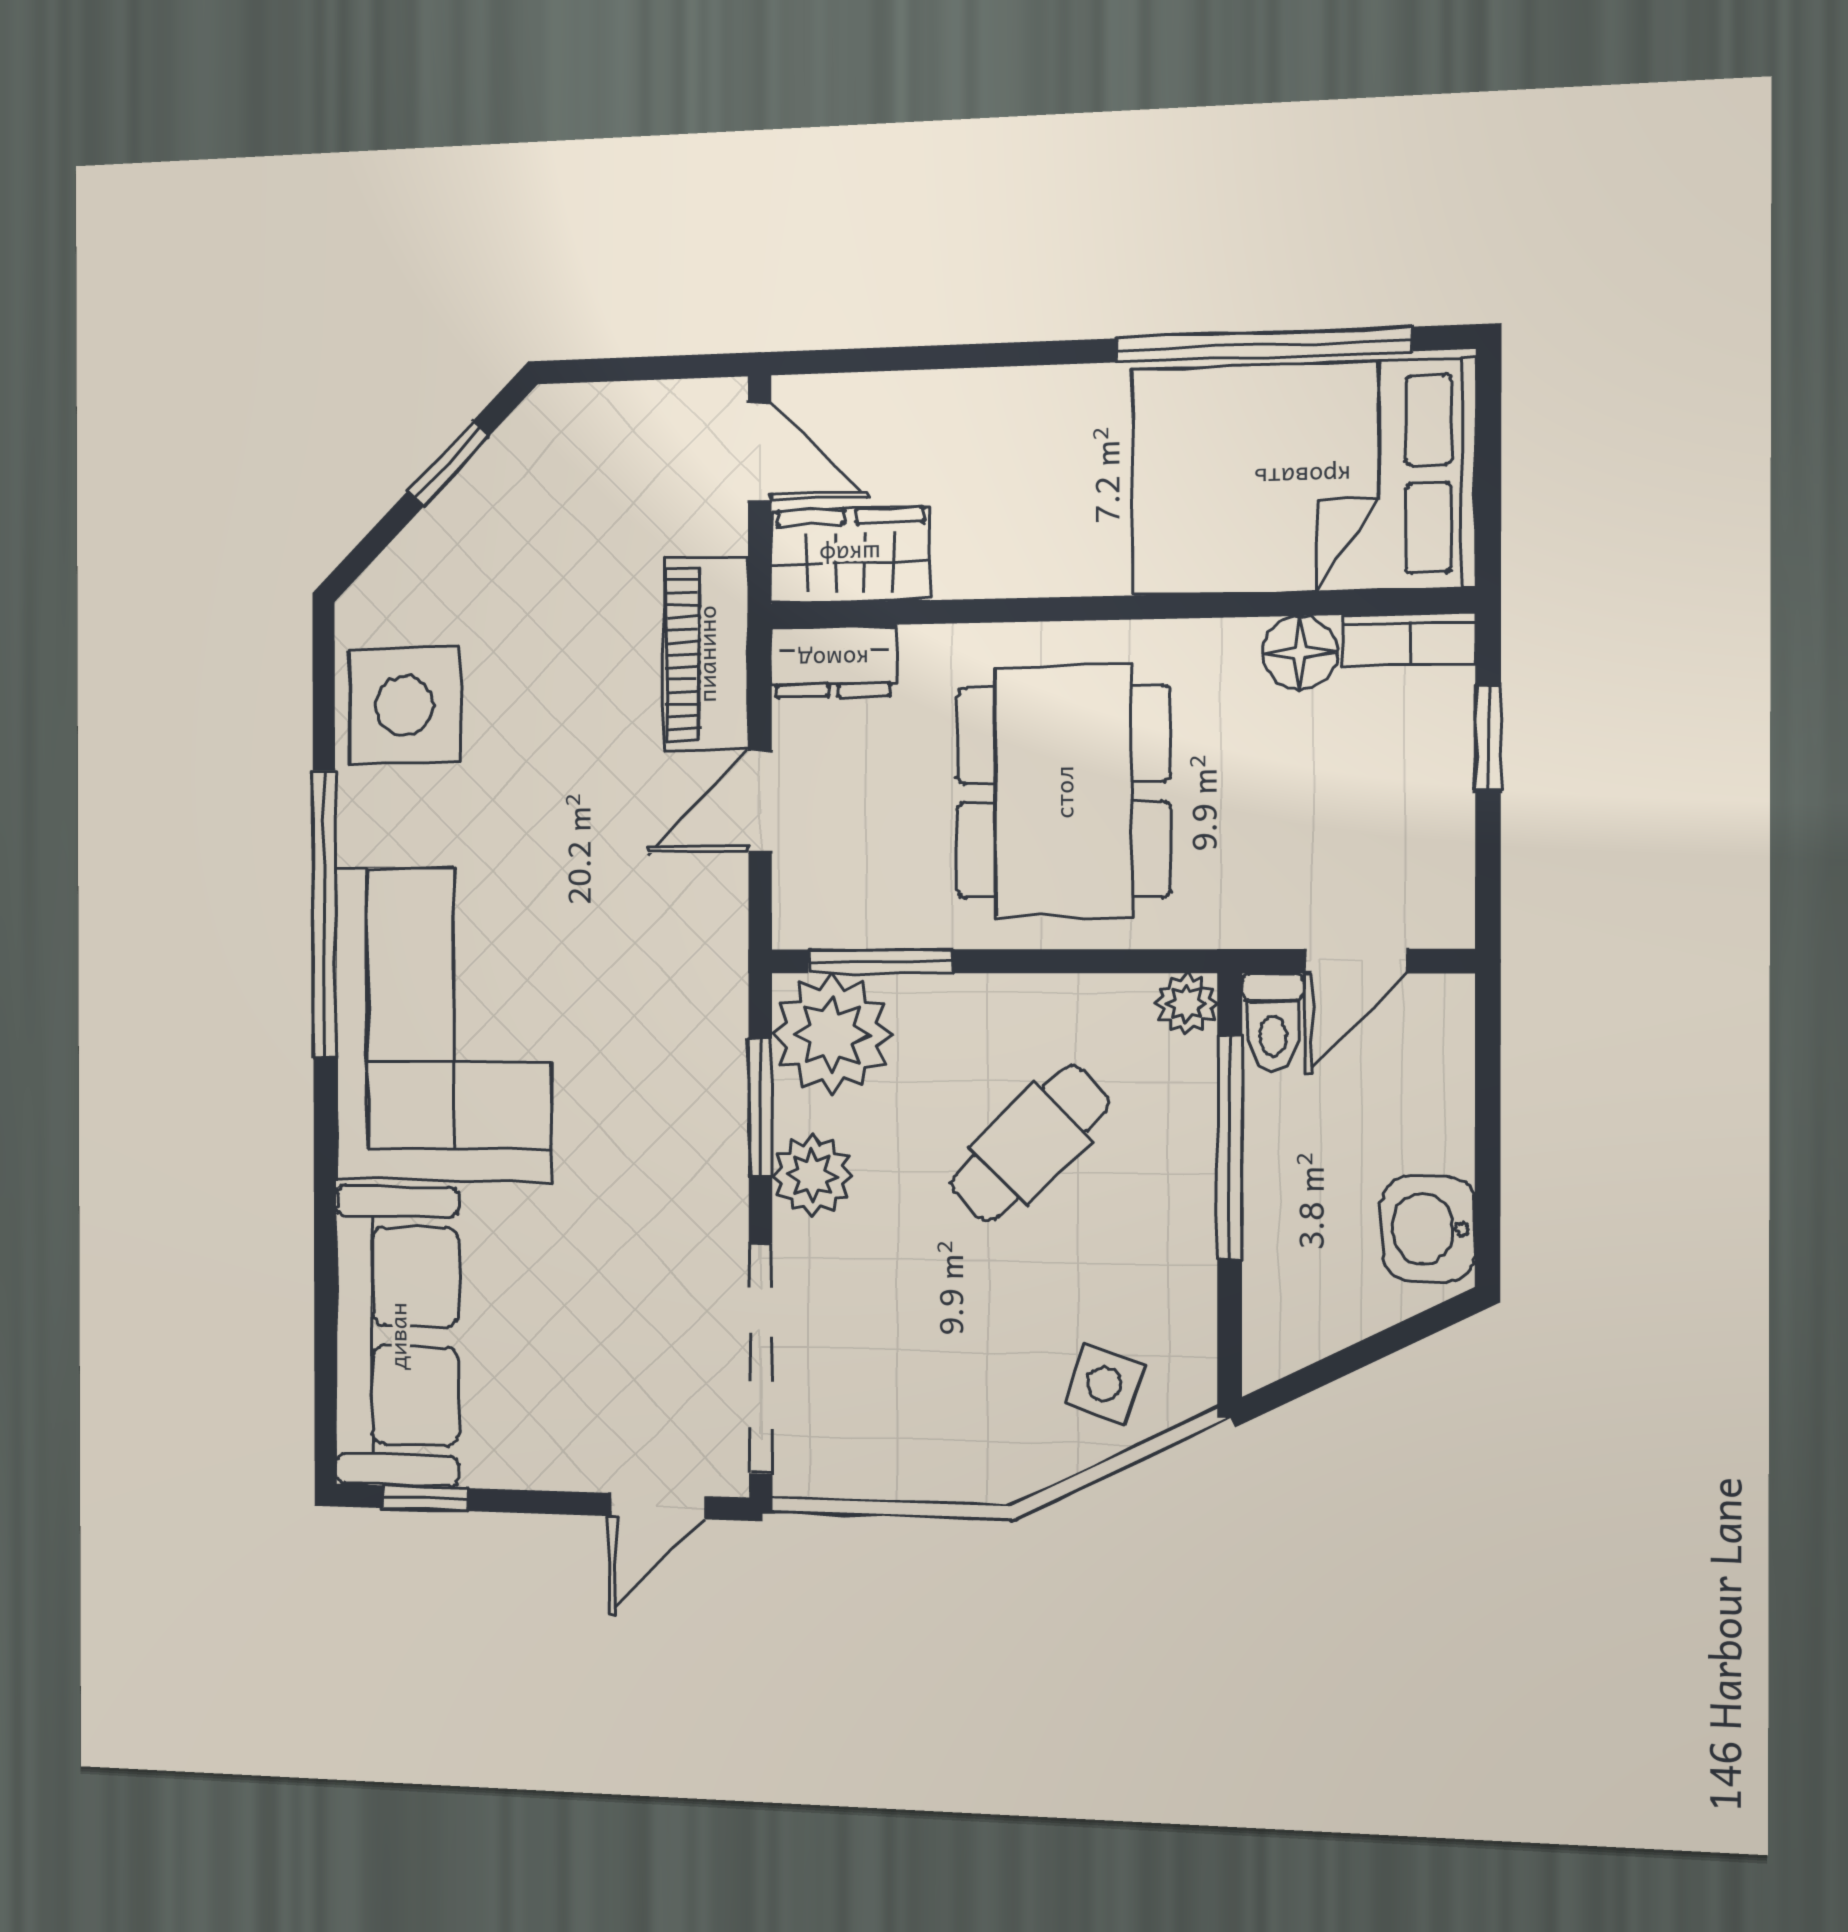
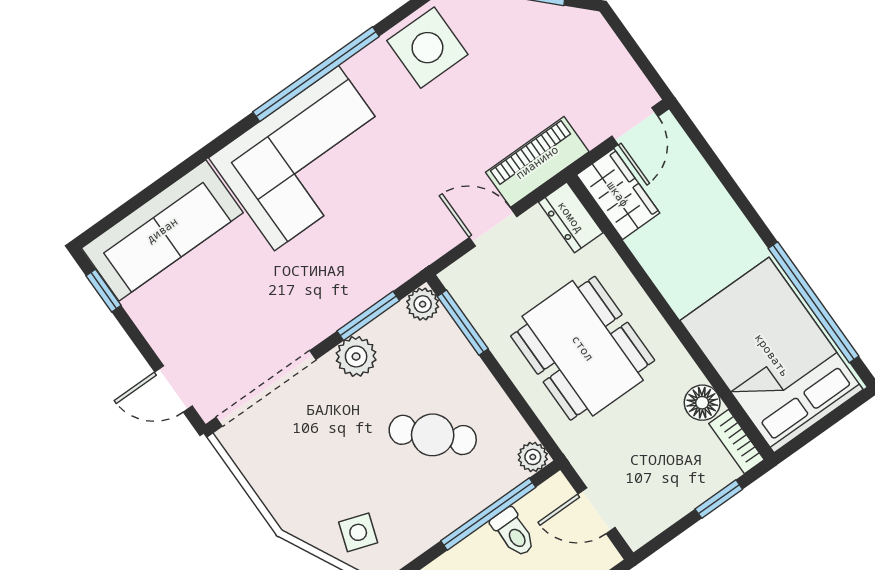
dining table: (1063, 792) -> (583, 348), turned 90
toilet: (1273, 1022) -> (513, 532), moved, turned -90
plant: (832, 1034) -> (423, 304), width x0.53, depth x0.53

